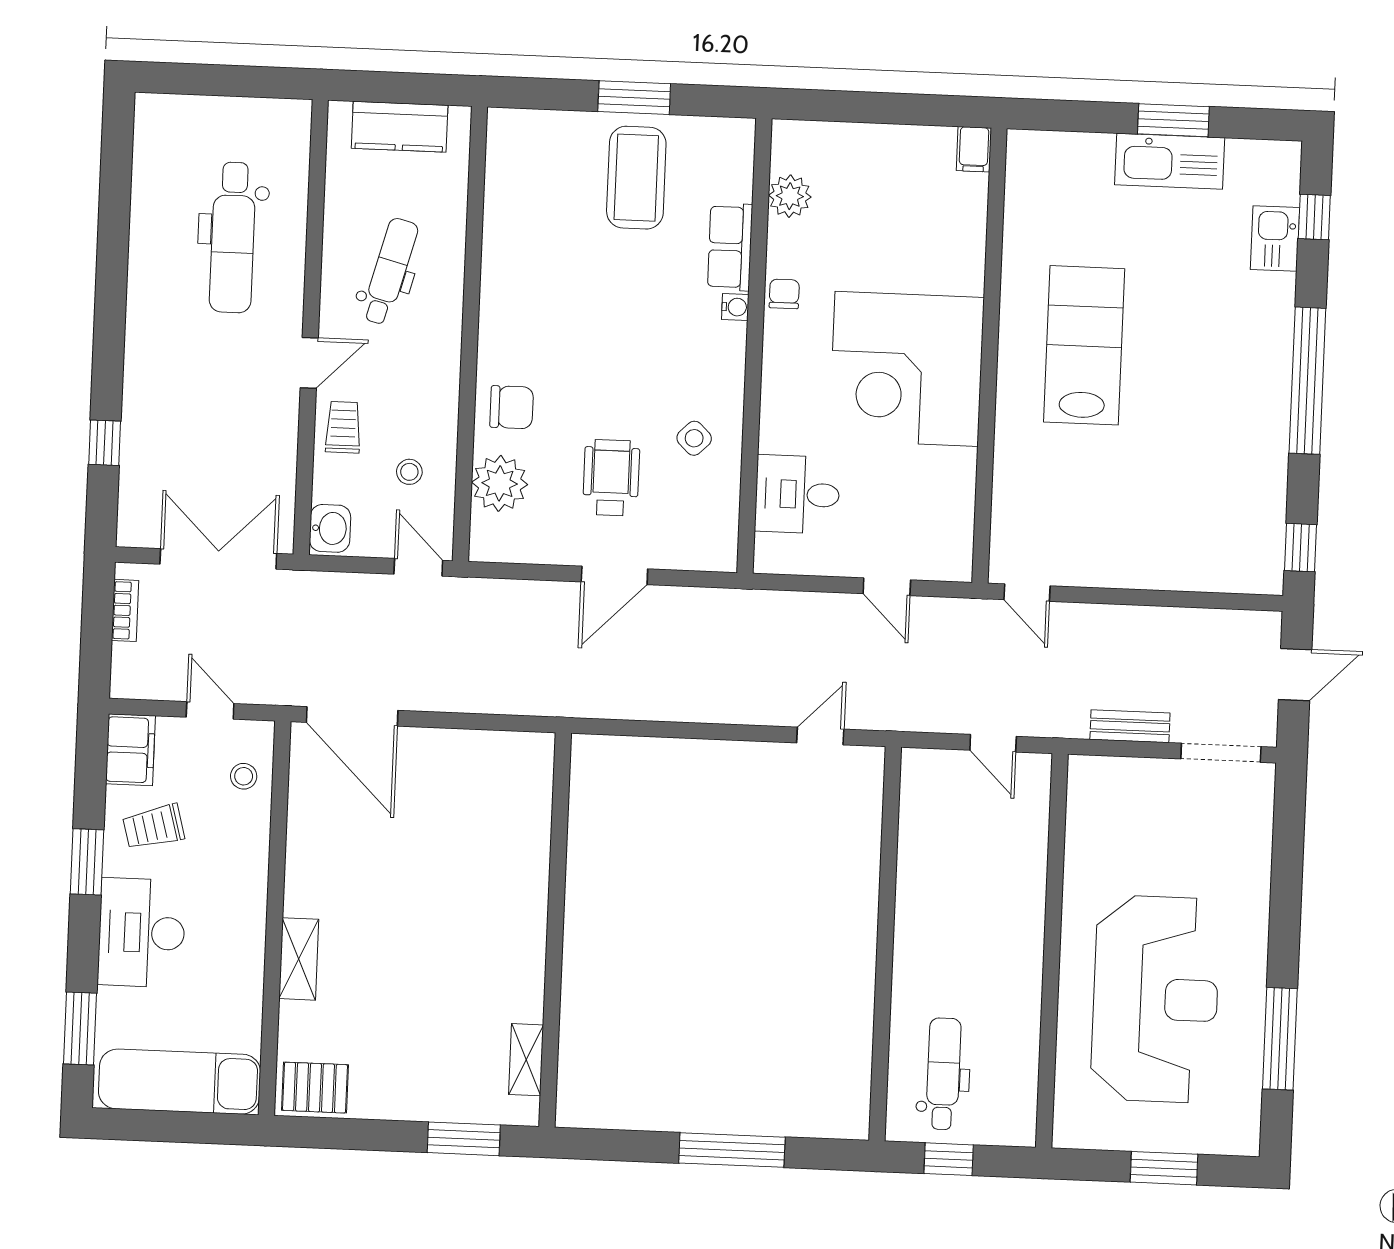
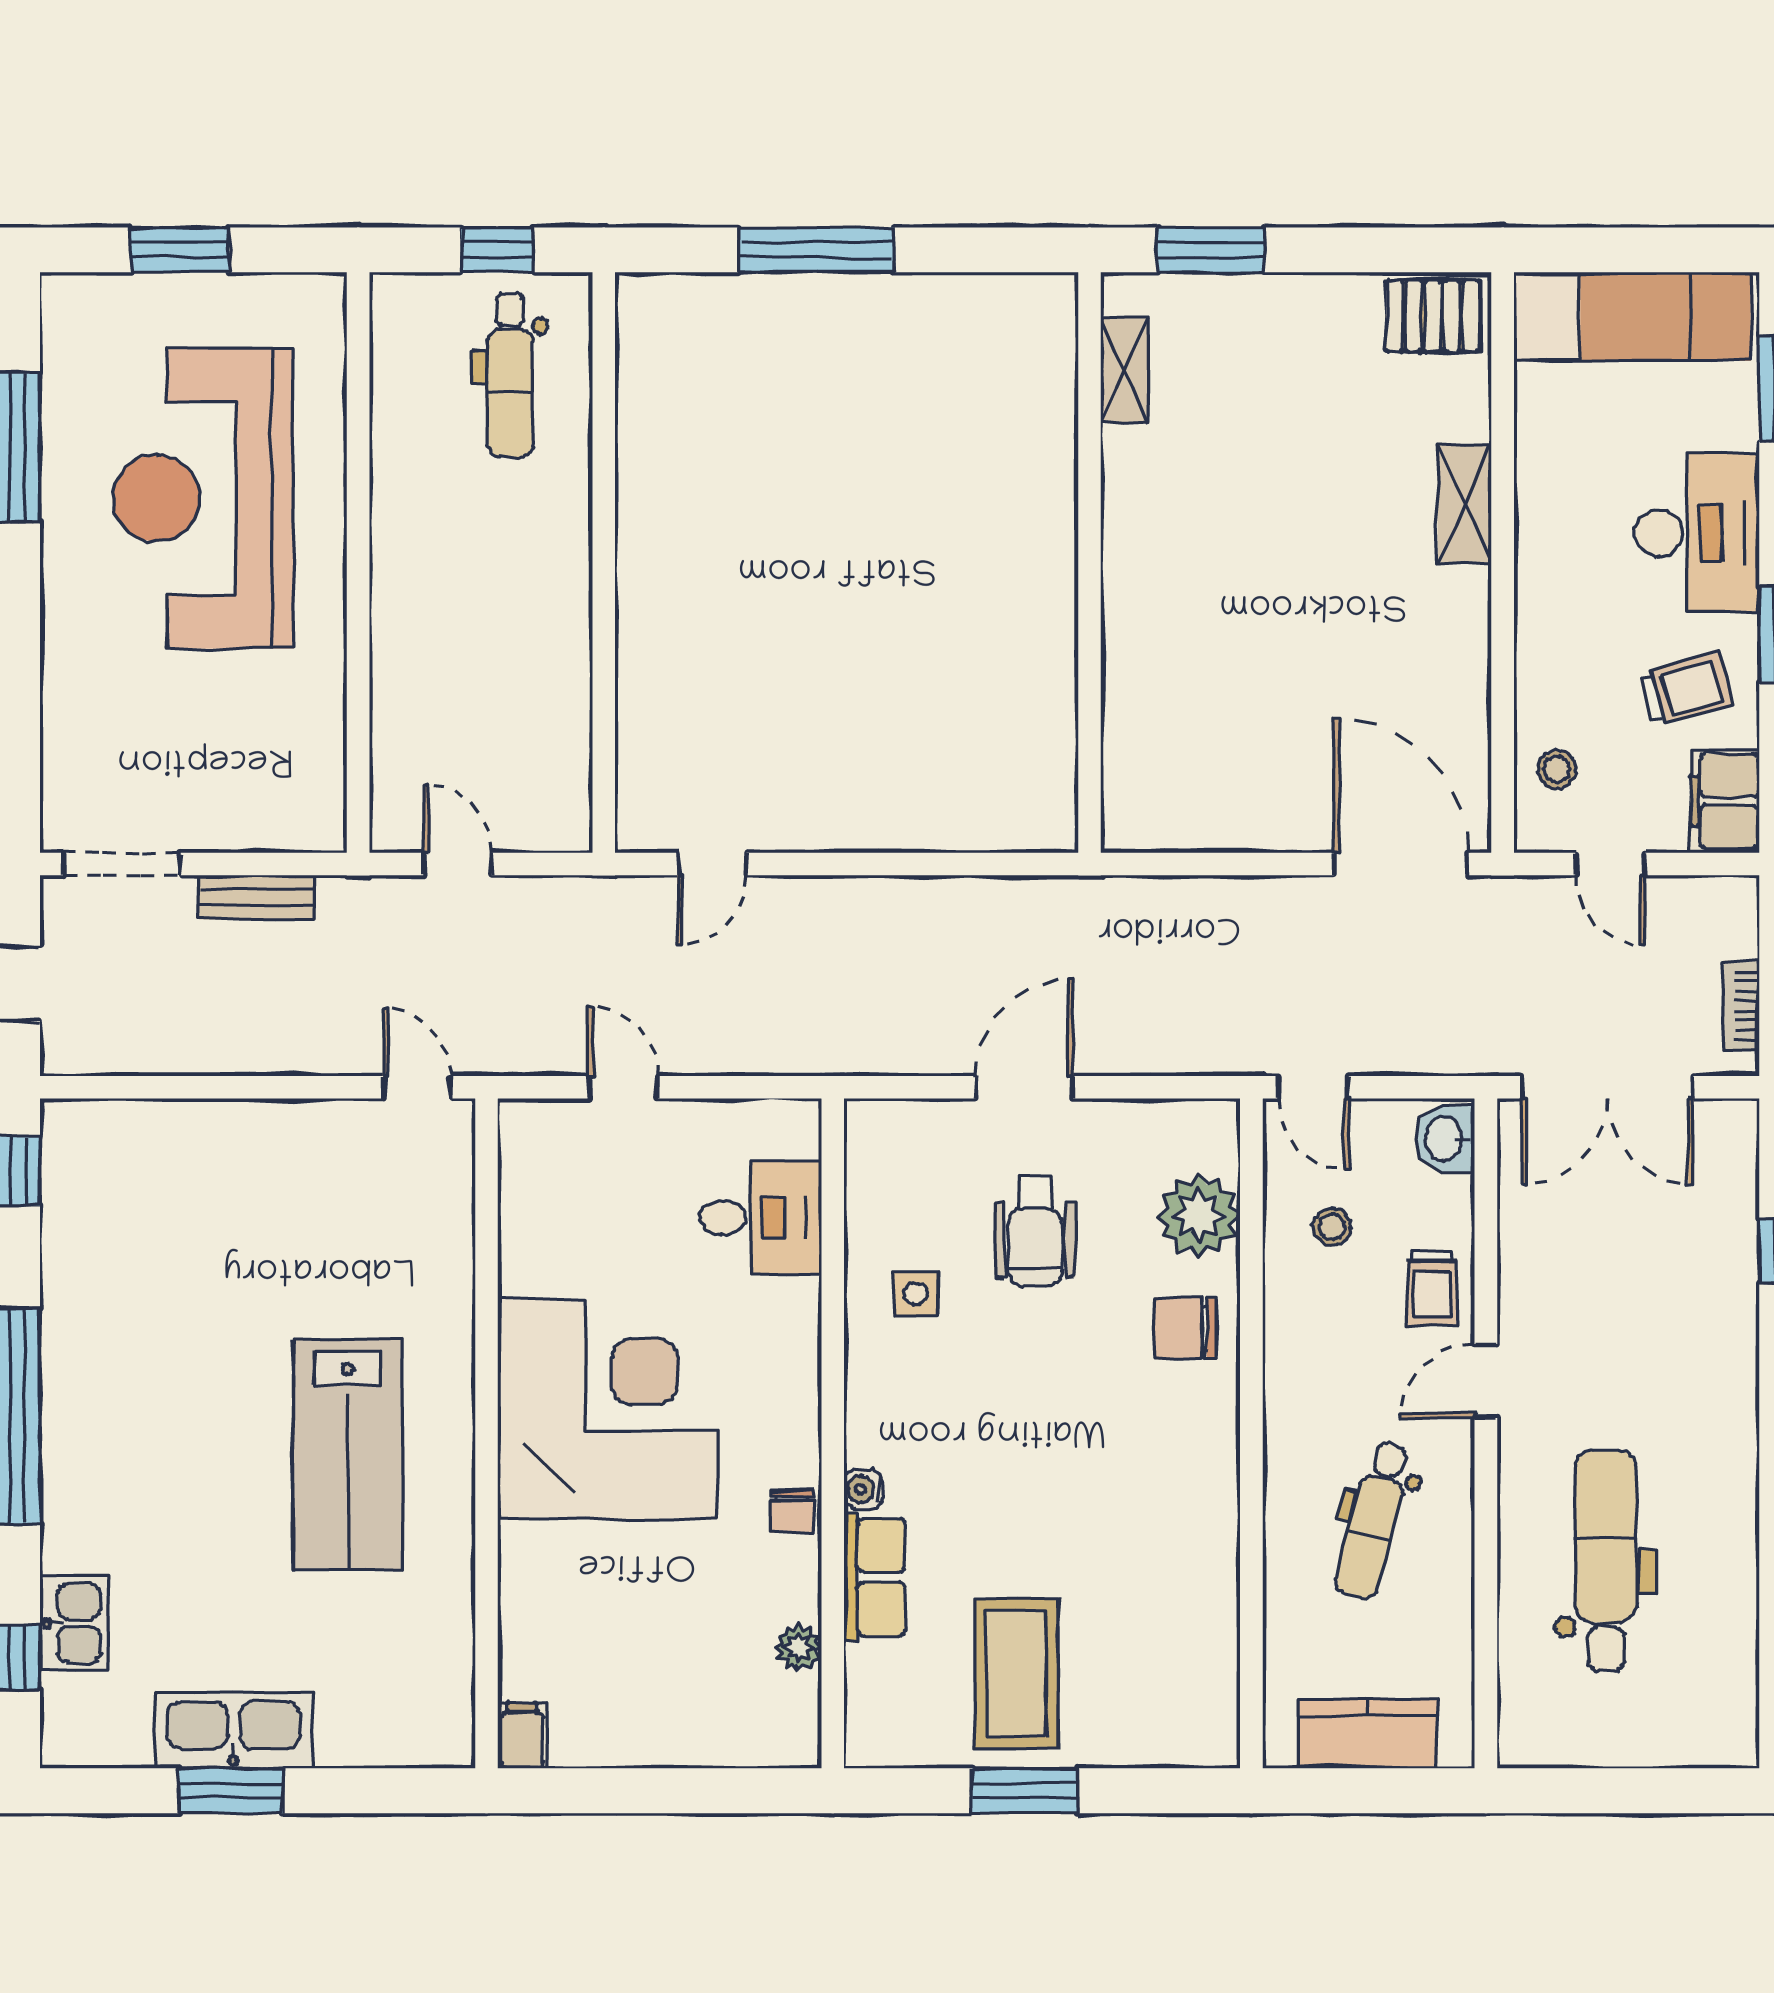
plant: (790, 196) -> (799, 1647), width x0.73, depth x0.73
side table: (694, 438) -> (916, 1294), turned 45

